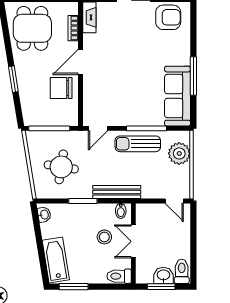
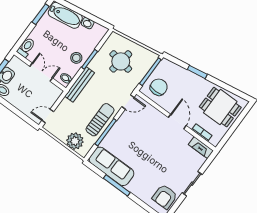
chair: (61, 88) -> (159, 87), moved
door: (98, 128) -> (128, 102), swing flipped
washbasin: (44, 215) -> (88, 23), moved
stool: (104, 237) -> (76, 58), moved

